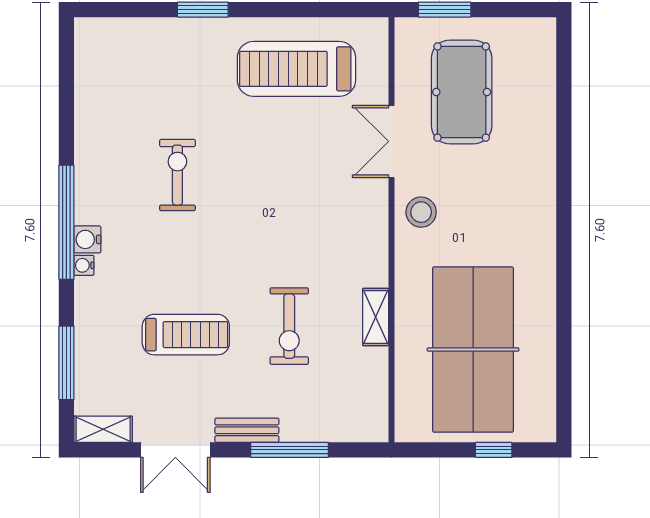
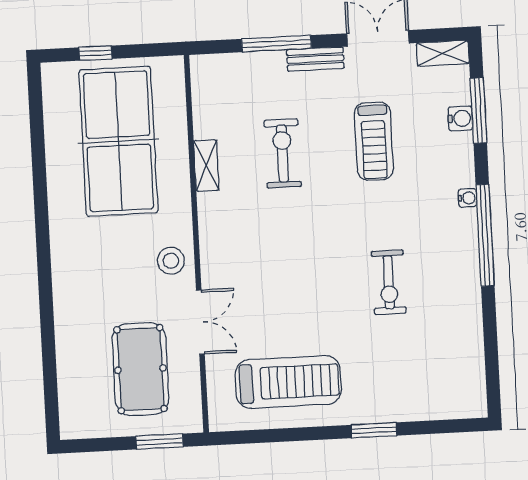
water cooler: (87, 239) -> (460, 118), moved
treadmill: (186, 335) -> (374, 141), turned -90

